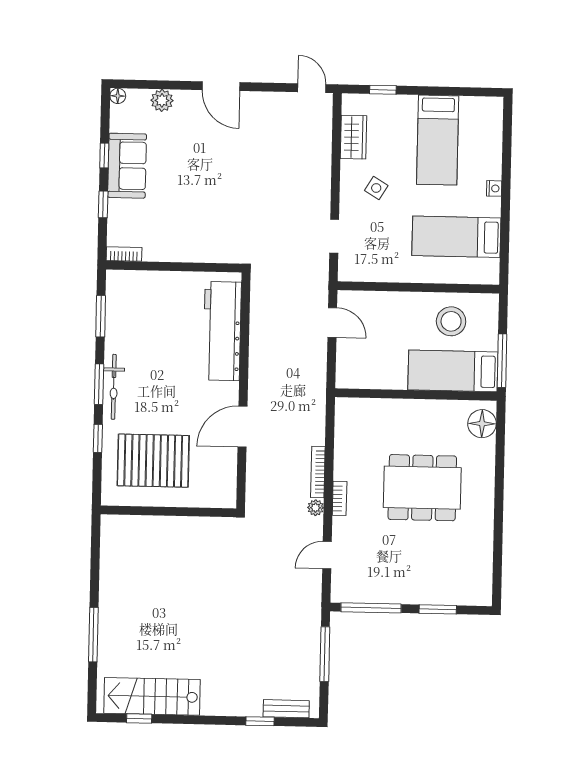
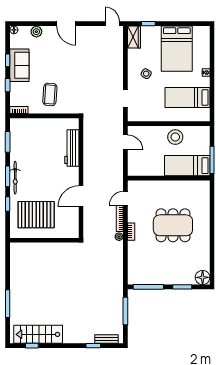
wardrobe: (354, 137) -> (134, 37), moved
bed: (438, 140) -> (177, 49), width x1.50
coffee table: (186, 225) -> (50, 94), added
stool: (451, 321) -> (175, 137), moved
workbench: (222, 331) -> (72, 148), width x0.73, depth x0.76
floor lamp: (482, 424) -> (203, 277), moved
door: (327, 555) -> (125, 198), moved

